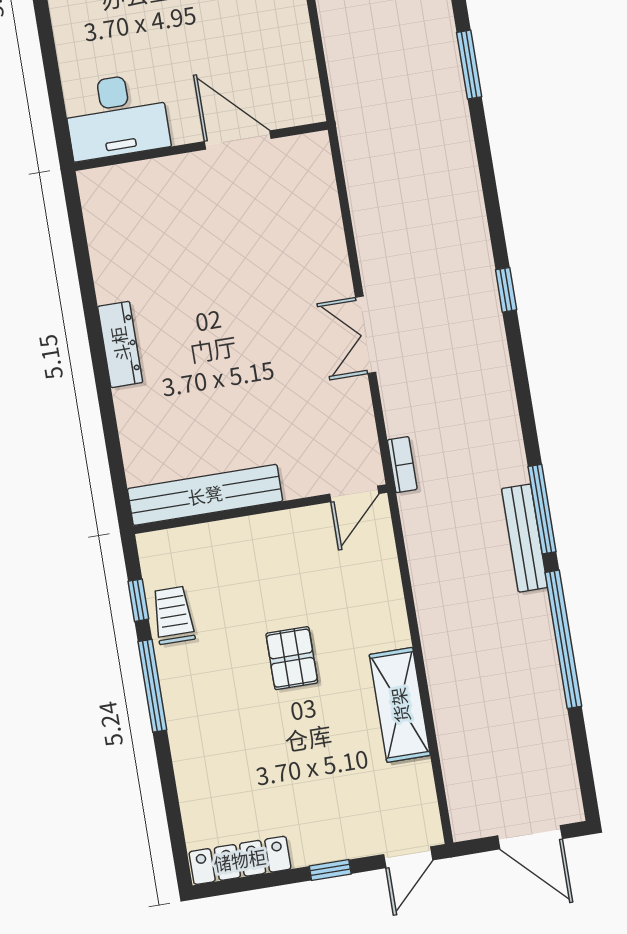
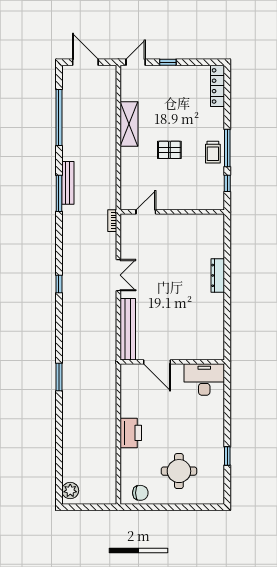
dresser: (120, 344) -> (218, 275), moved
door: (354, 494) -> (146, 212), moved
bench: (205, 495) -> (128, 329), moved, turned 90
trolley: (173, 615) -> (213, 152), moved
window: (563, 639) -> (59, 117), moved
pallet: (292, 658) -> (169, 150), turned 90
locker: (240, 860) -> (217, 86), moved, turned 90

